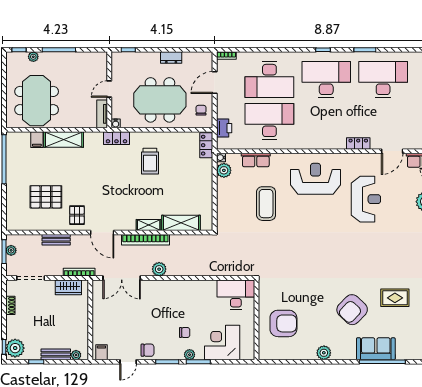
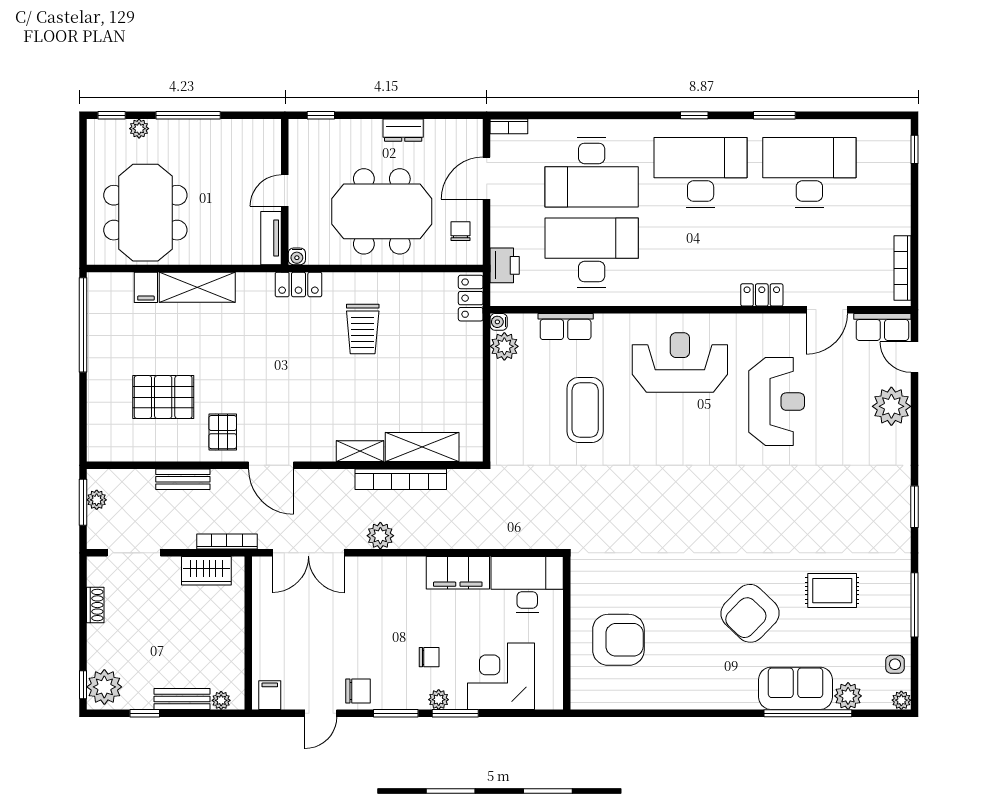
bookcase: (145, 240) -> (401, 479), moved
filing cabinet: (200, 288) -> (458, 573), added
plant: (324, 353) -> (848, 696), moved

